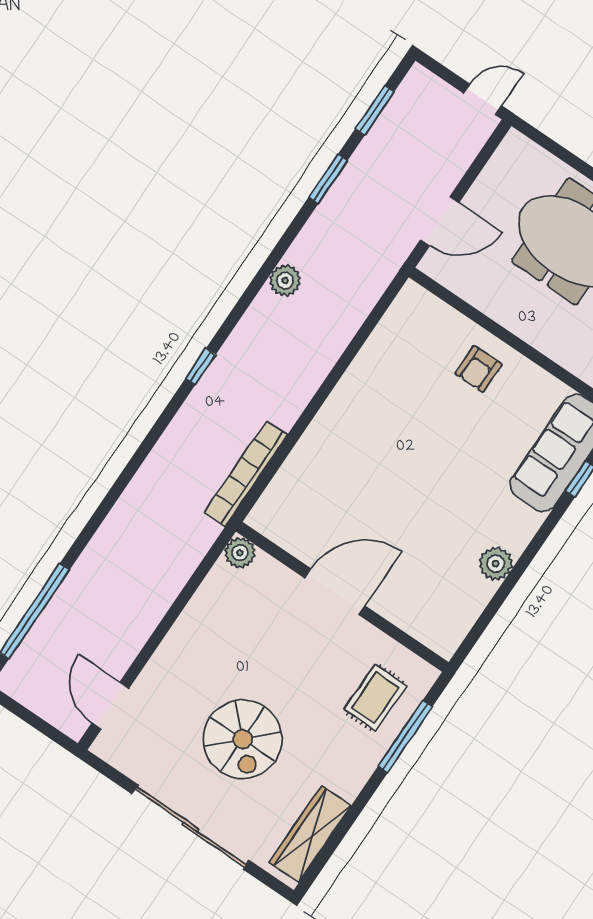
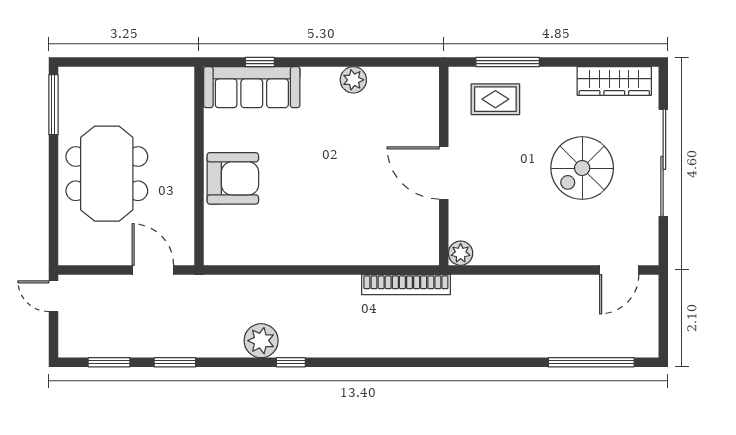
plant: (285, 281) -> (261, 341), width x1.36, depth x1.36
window: (201, 366) -> (291, 362), moved
armchair: (478, 369) -> (233, 178), width x1.88, depth x1.88
spiral stairs: (243, 739) -> (582, 168), turned 180

